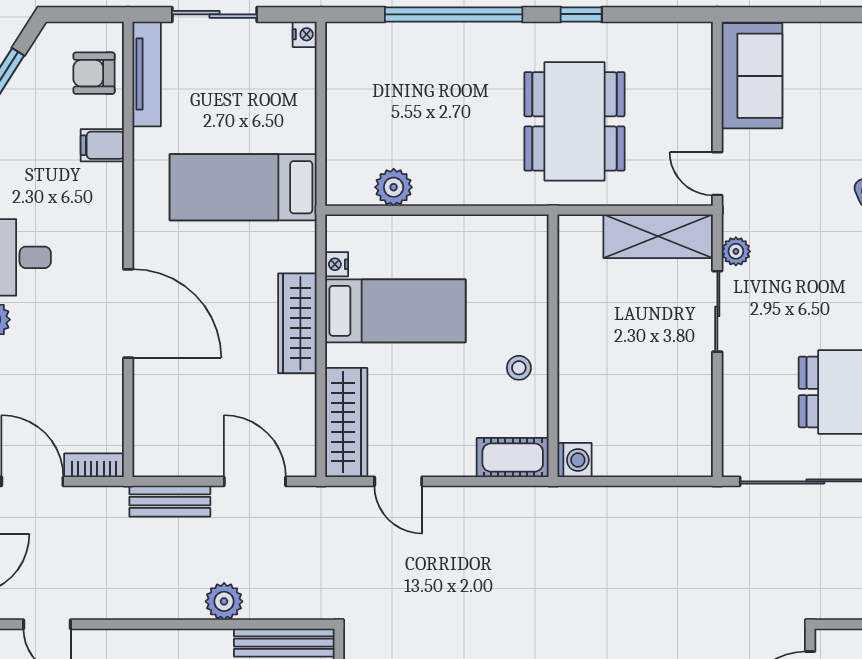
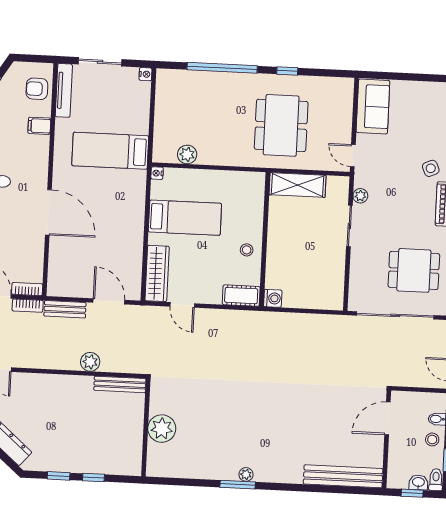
shelving: (658, 236) -> (298, 185), moved
nightstand: (337, 264) -> (157, 173), moved
wardrobe: (297, 323) -> (135, 222), removed
bookcase: (97, 498) -> (28, 306), added

